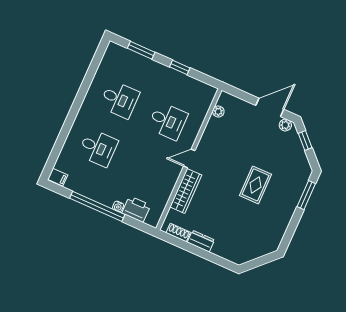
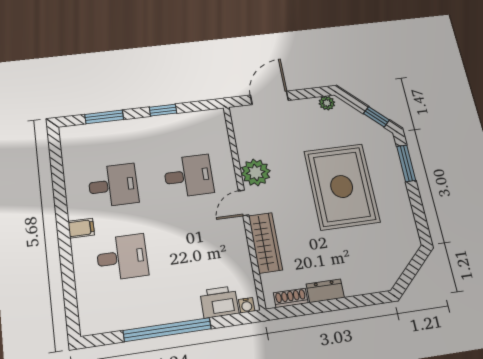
door: (270, 107) -> (269, 98), moved
plant: (218, 111) -> (256, 172), moved, width x1.88, depth x1.88
window: (305, 141) -> (376, 117), moved
filing cabinet: (58, 177) -> (81, 228), moved
rug: (255, 185) -> (342, 186), width x1.86, depth x2.06
water cooler: (118, 206) -> (247, 305), moved

